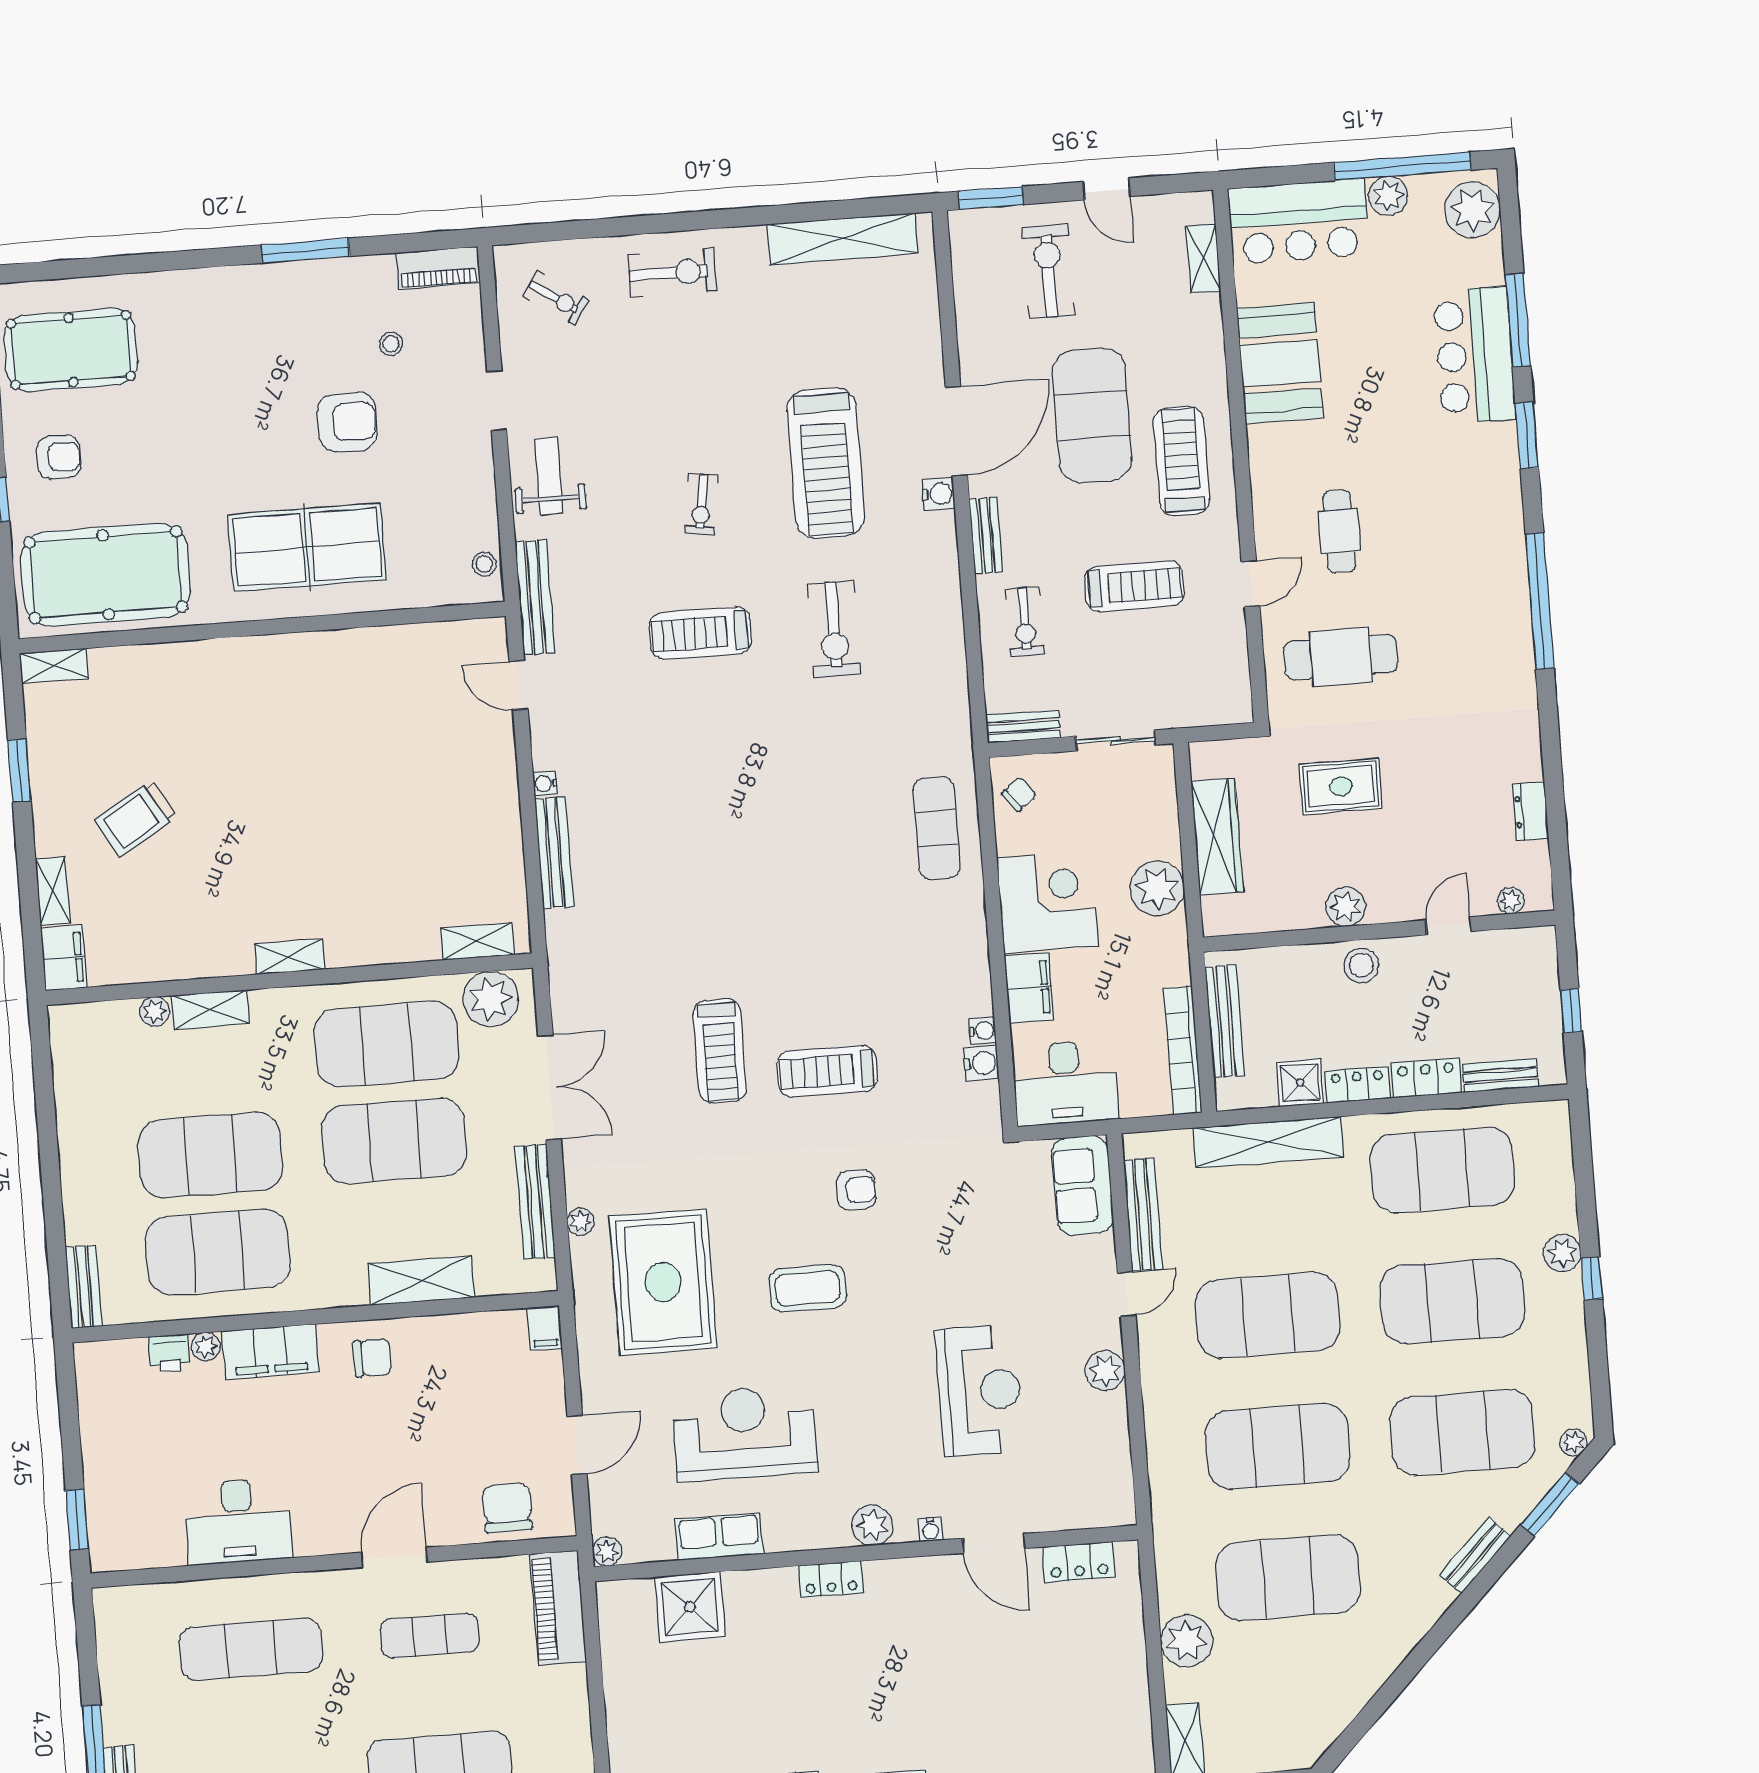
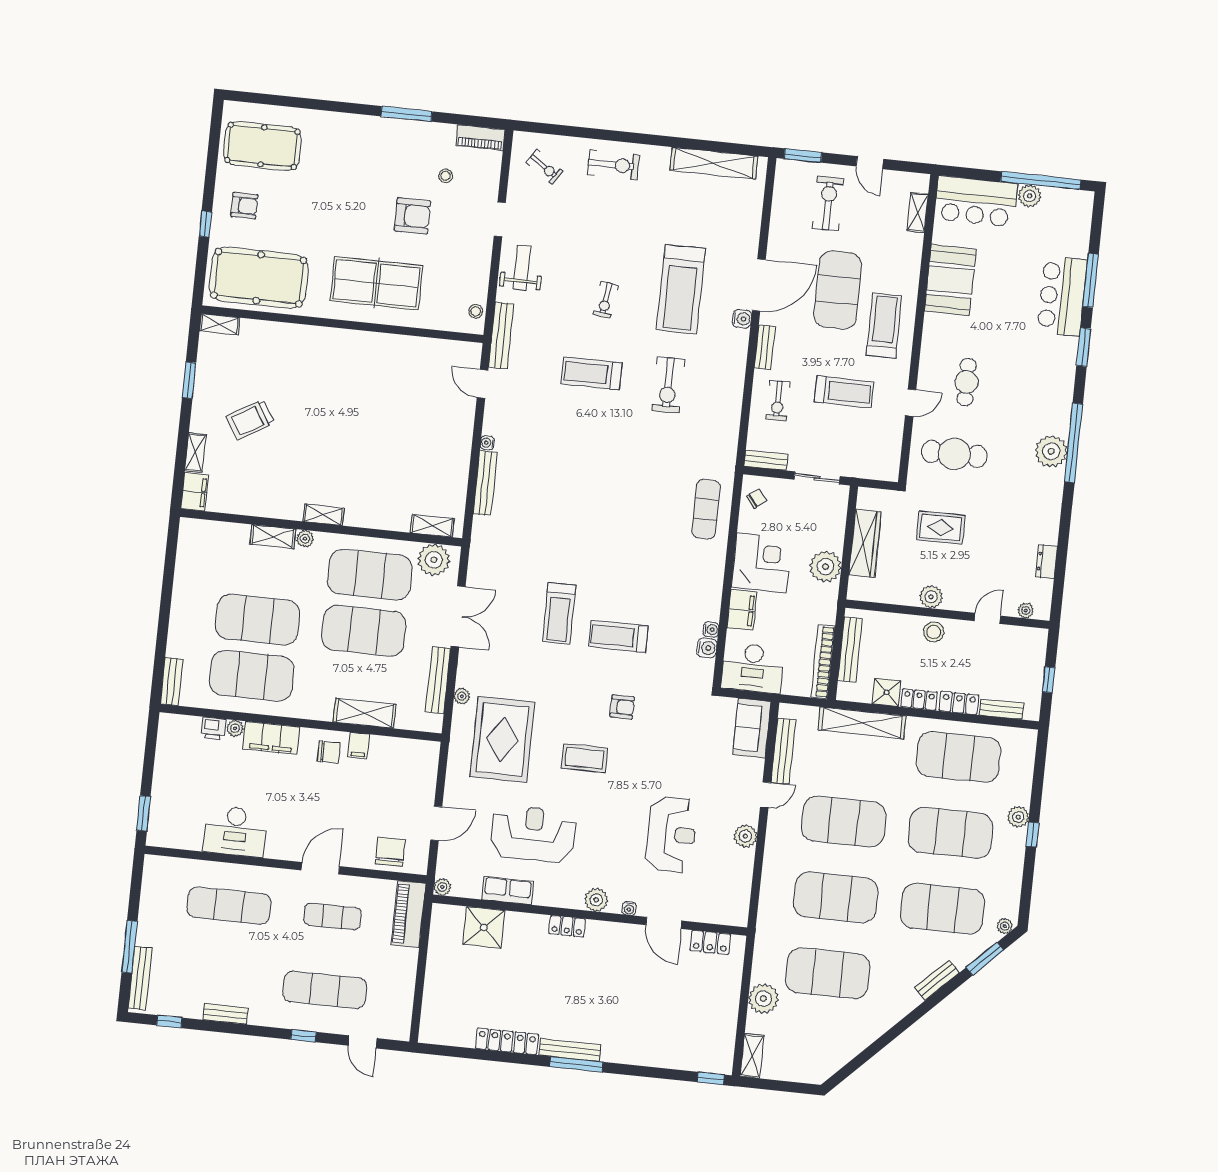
plant: (1473, 210) -> (1051, 451), moved
plant: (155, 1012) -> (305, 539), moved
filing cabinet: (545, 1328) -> (359, 746), moved

